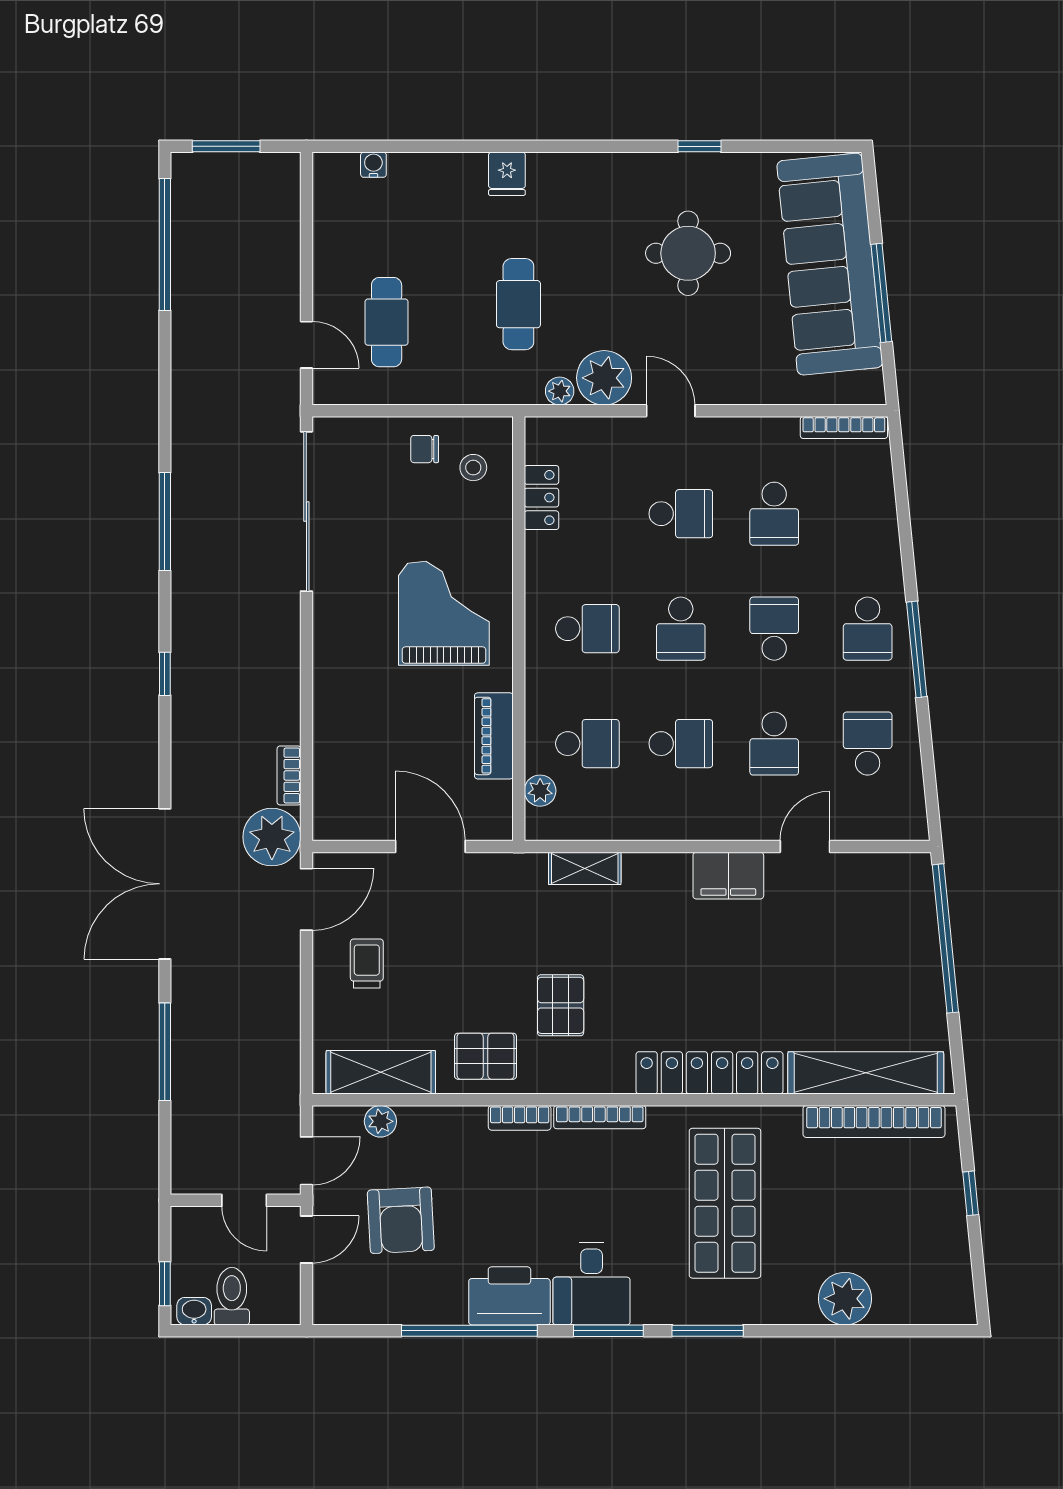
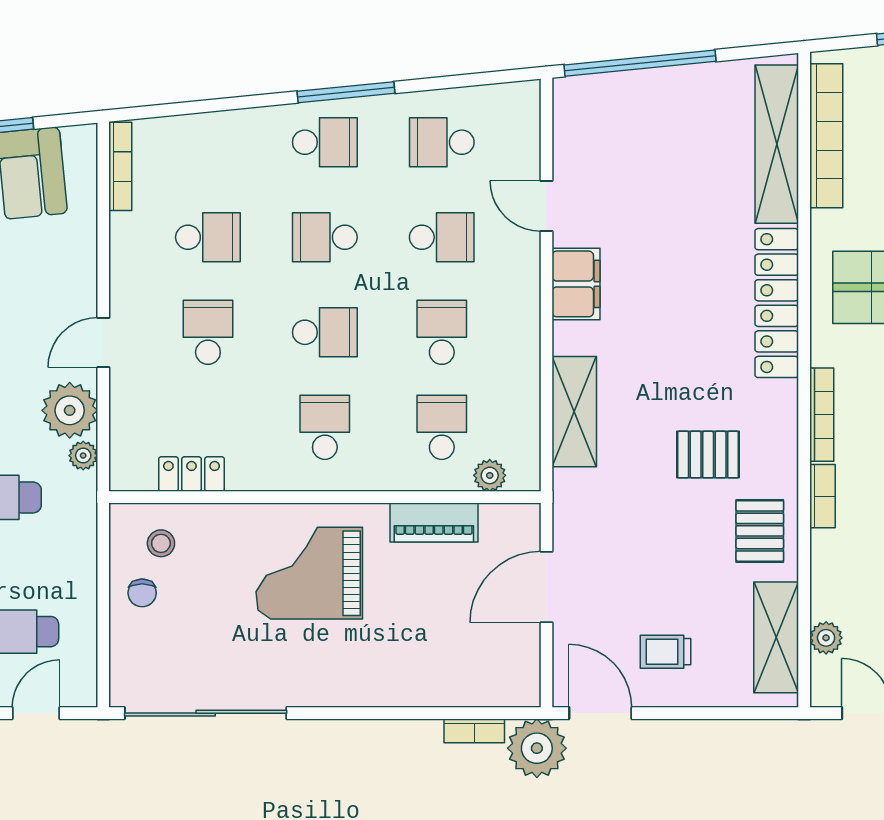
shelving: (585, 868) -> (574, 412), width x1.50, depth x1.33

